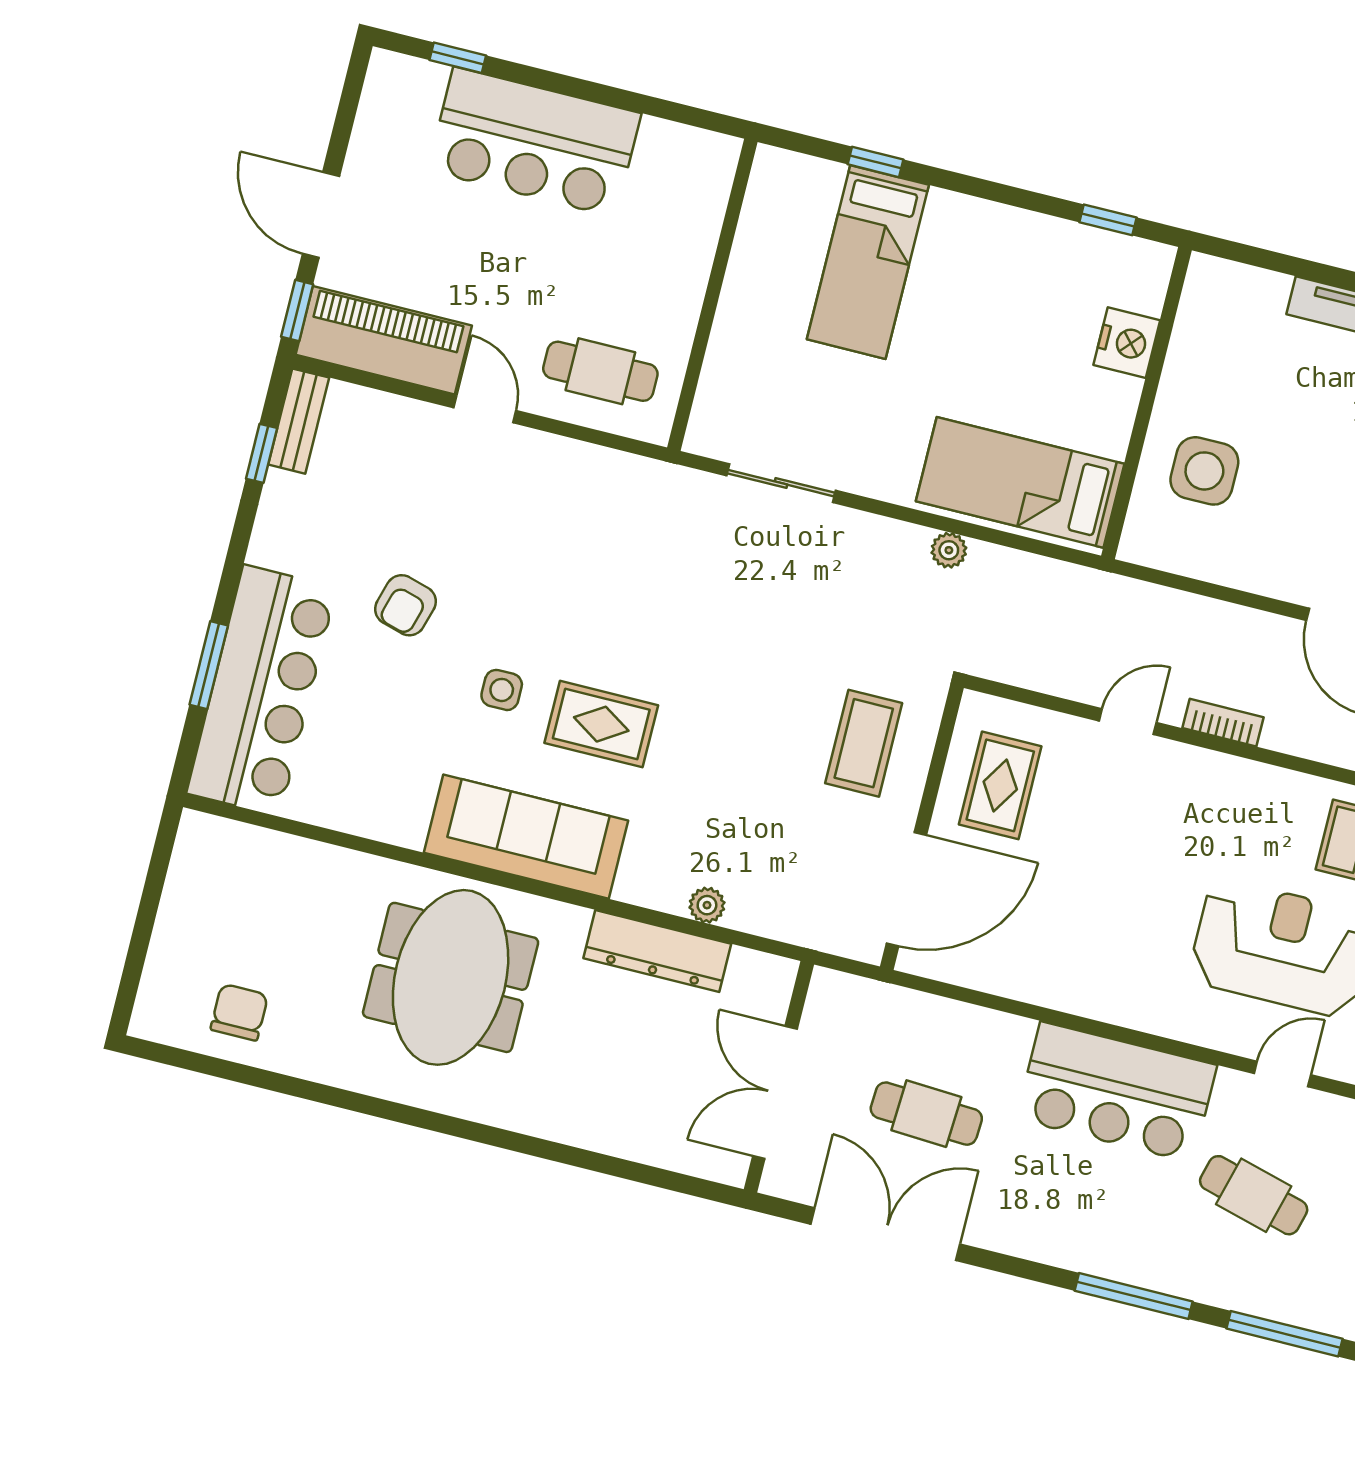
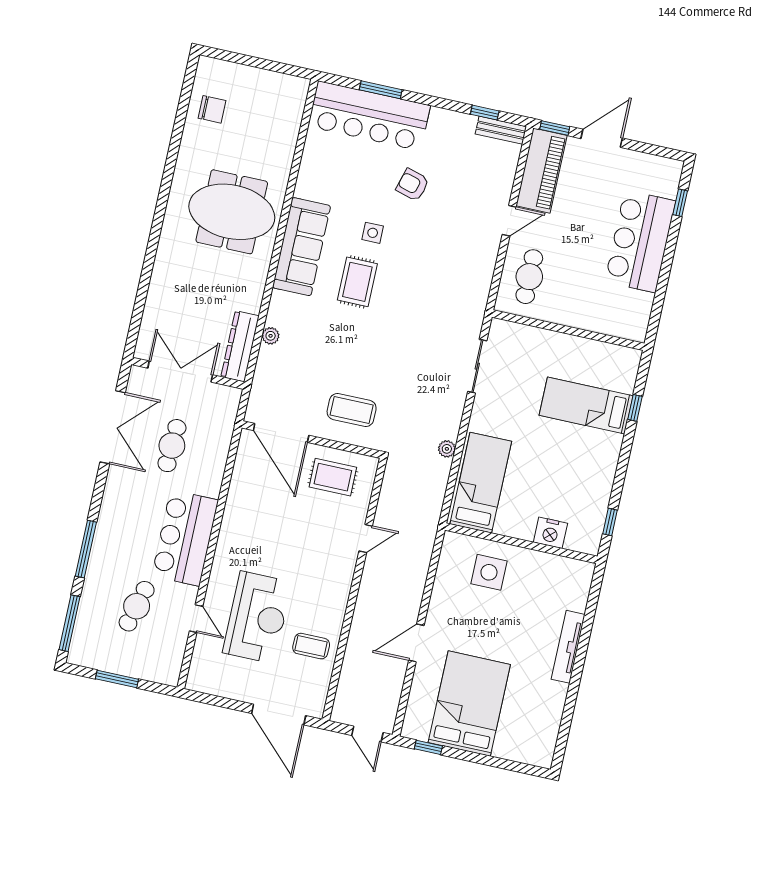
door: (1128, 722) -> (366, 538), hinge flipped
bookcase: (1223, 723) -> (367, 585), removed
dresser: (657, 951) -> (240, 346), moved

